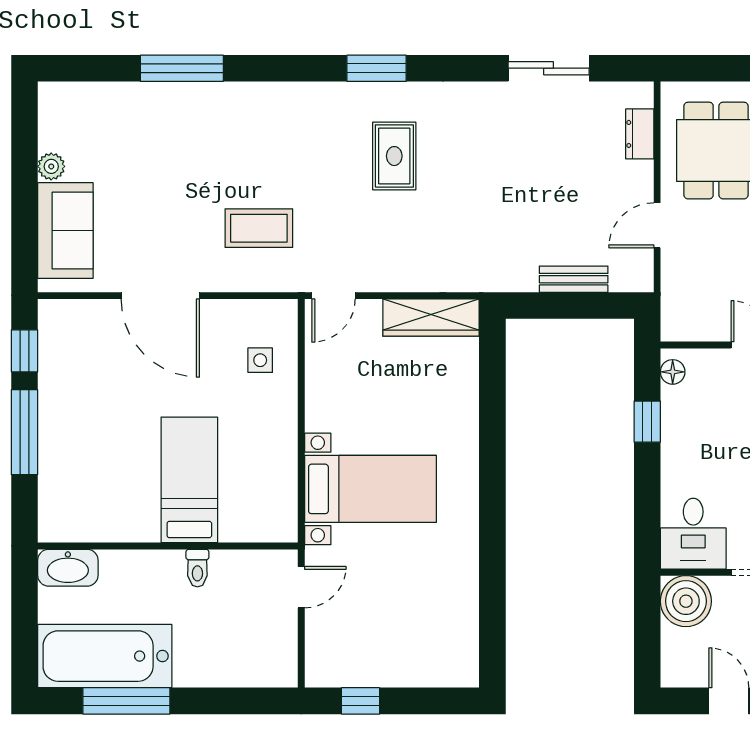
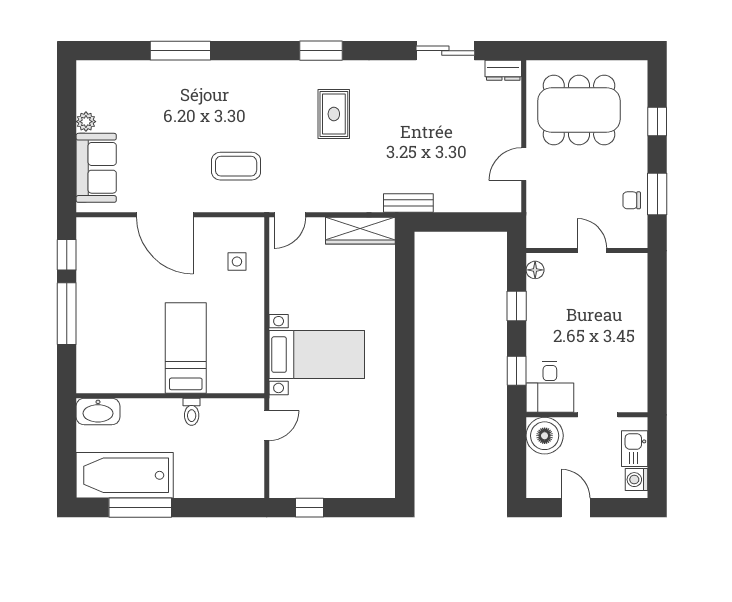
dresser: (640, 134) -> (503, 70), moved, turned -90
bench: (574, 279) -> (408, 203), moved
window: (647, 511) -> (517, 371), added

